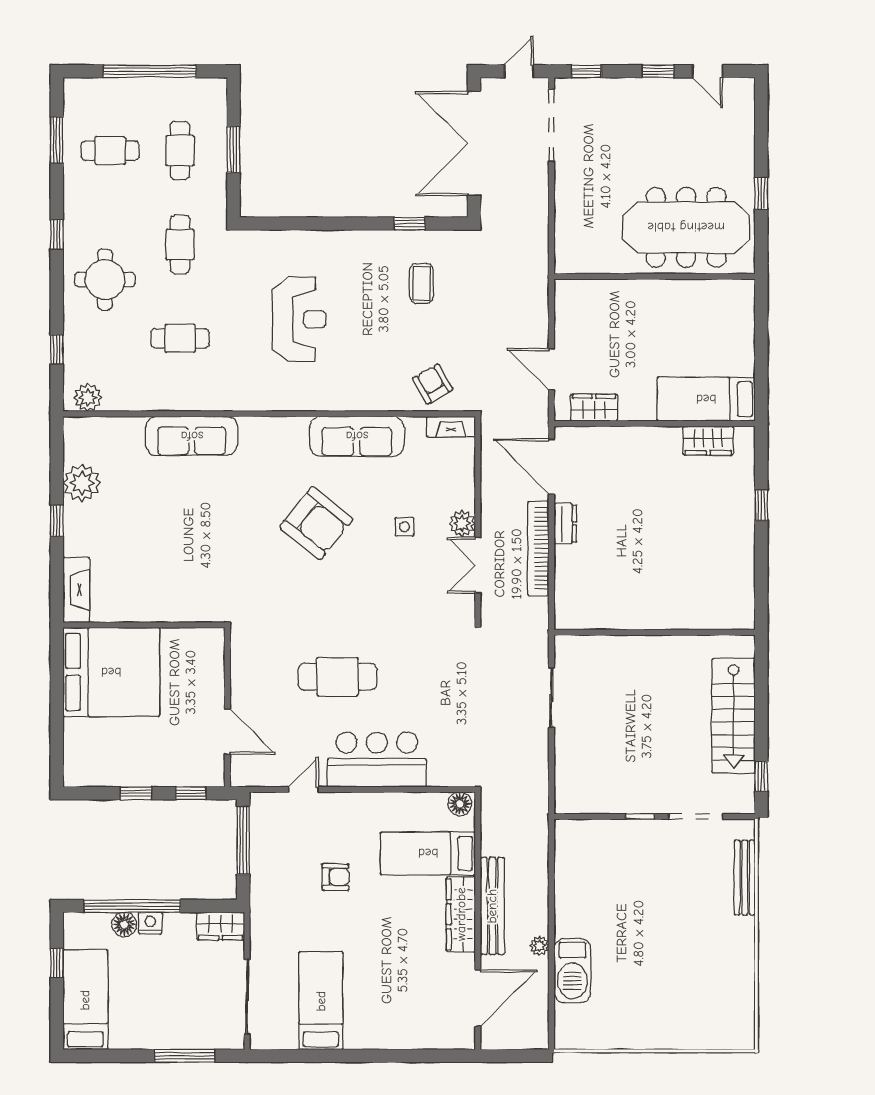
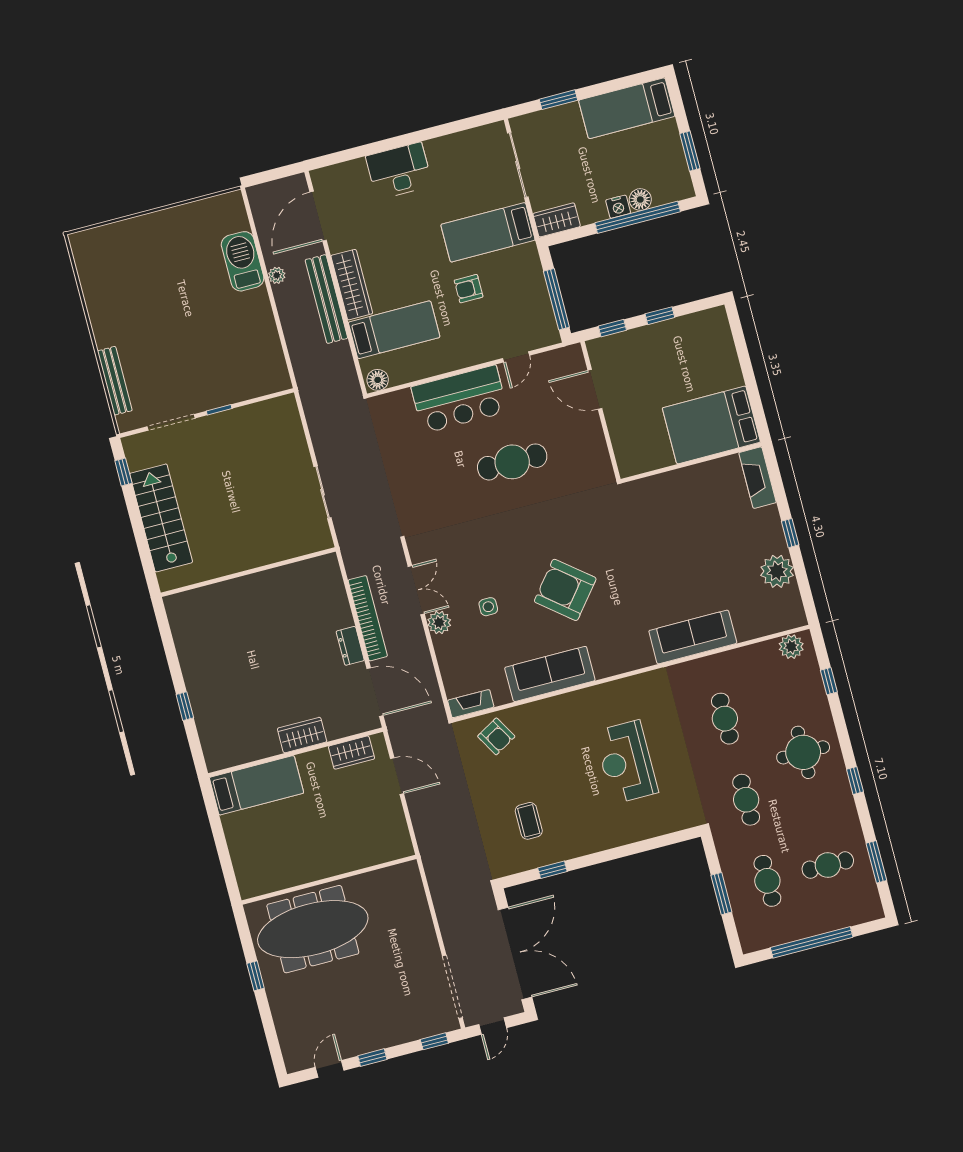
door: (708, 71) -> (330, 1069), hinge flipped
cafe table: (180, 338) -> (725, 719), turned 90
wardrobe: (708, 441) -> (302, 735), moved
bed: (111, 672) -> (711, 425), width x0.73
window: (57, 963) -> (690, 151), width x1.50
bed: (85, 1000) -> (627, 108), moved, turned 90
bed: (321, 1001) -> (488, 232), moved, turned 90
desk: (377, 1024) -> (399, 171), added
window: (185, 1056) -> (558, 100), width x0.69

